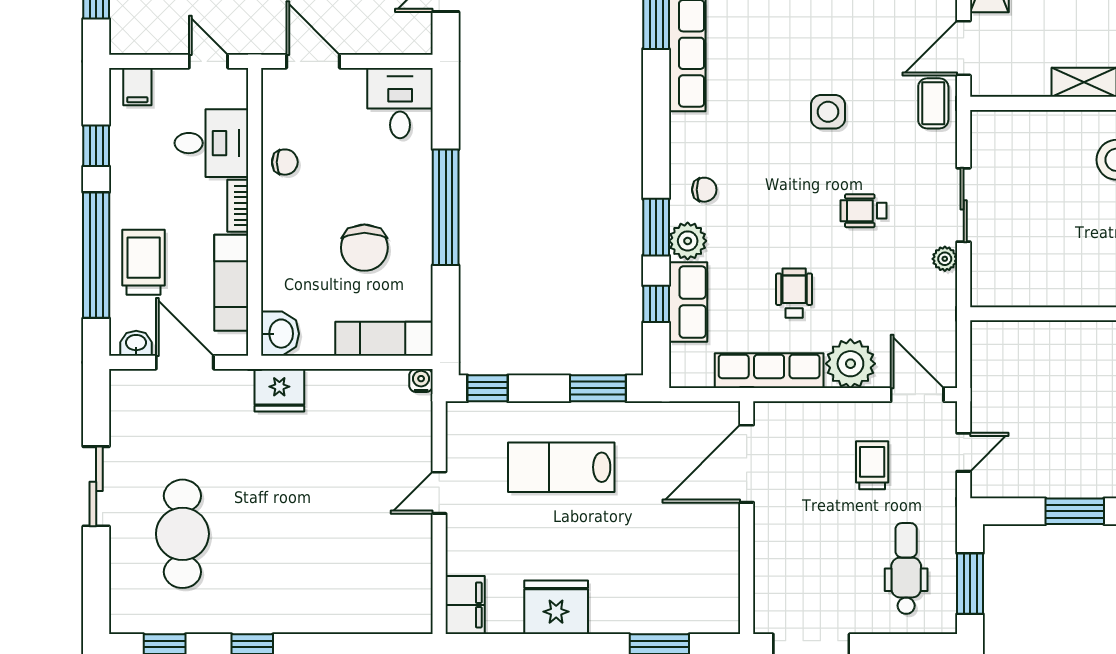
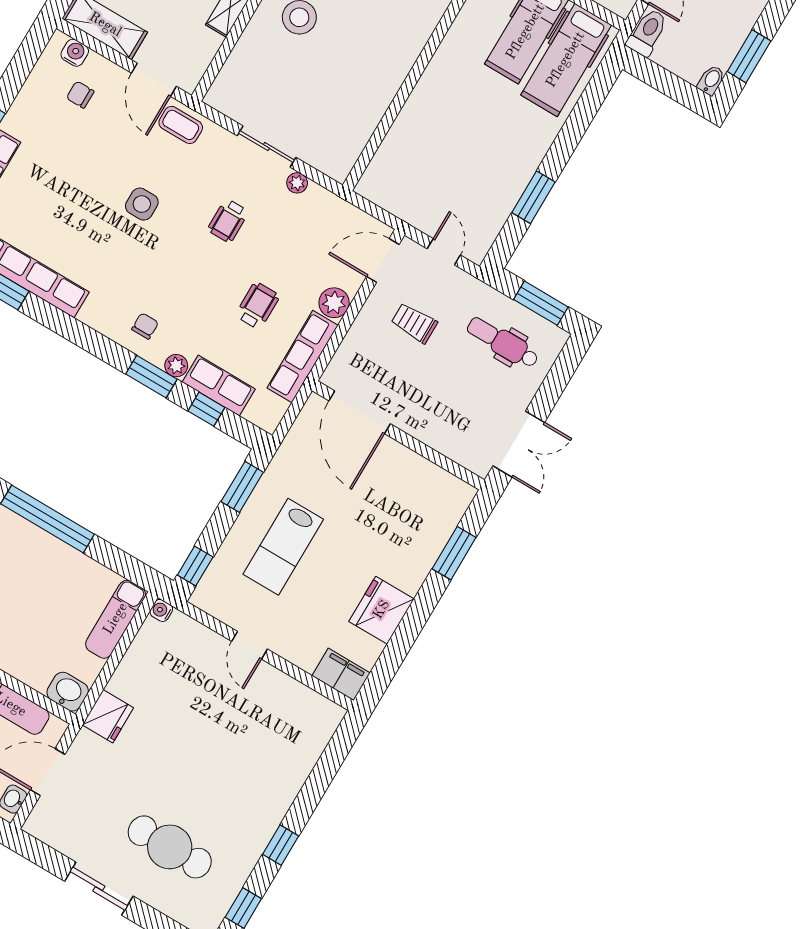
plant: (688, 241) -> (176, 366), width x0.73, depth x0.73
chair: (364, 248) -> (42, 595), removed
wheelchair: (794, 293) -> (258, 306), turned 90
plant: (850, 364) -> (334, 303), width x0.73, depth x0.73

